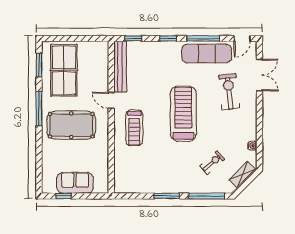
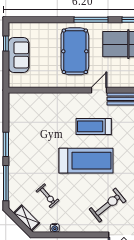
exercise bike: (229, 92) -> (108, 205), turned -33
treadmill: (134, 128) -> (94, 126), moved
exercise bike: (212, 162) -> (47, 196), moved

